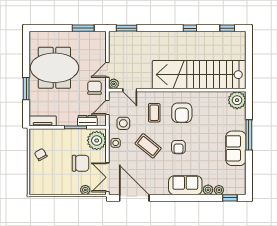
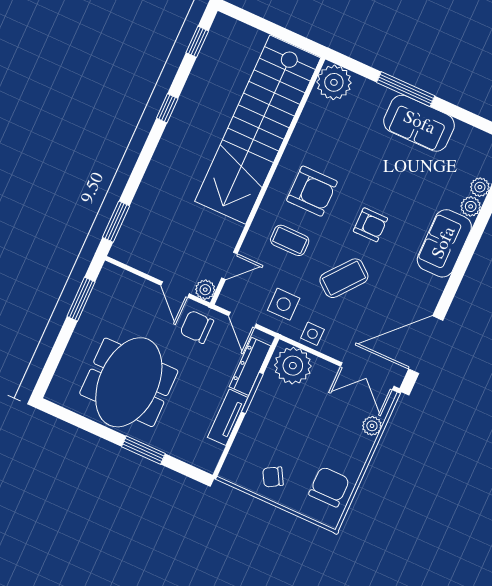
tv unit: (43, 121) -> (228, 417), moved
dresser: (87, 121) -> (250, 366), width x1.44
chair: (81, 163) -> (329, 487), moved

